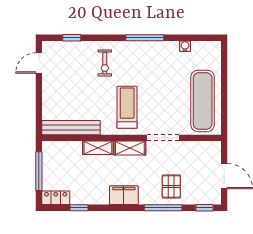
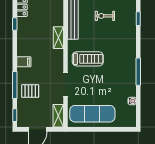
exercise bike: (105, 63) -> (105, 16), moved
shelving: (130, 148) -> (58, 116), moved
filing cabinet: (124, 195) -> (24, 62), width x0.50

